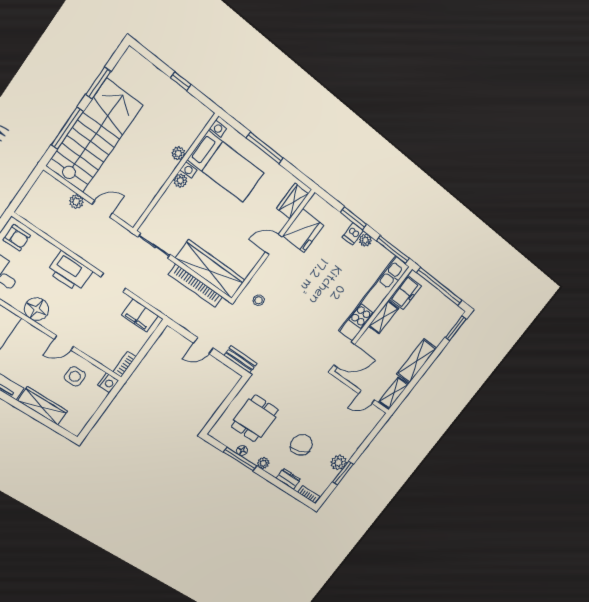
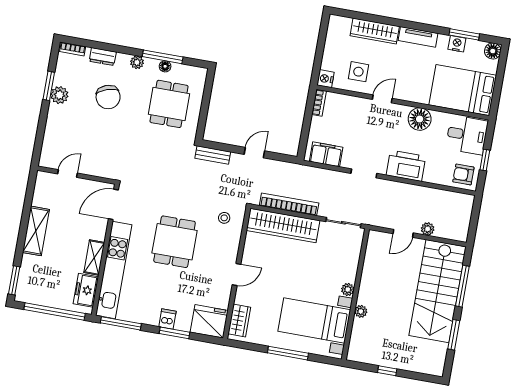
fridge: (303, 231) -> (209, 321), moved, turned 90
plant: (365, 240) -> (152, 319), removed
dining table: (311, 299) -> (175, 242), added
shelving: (394, 393) -> (41, 189), removed

